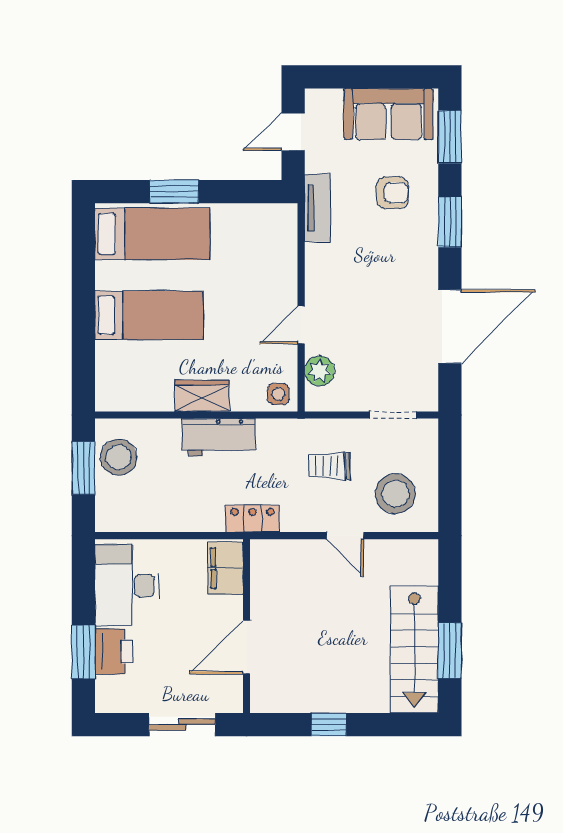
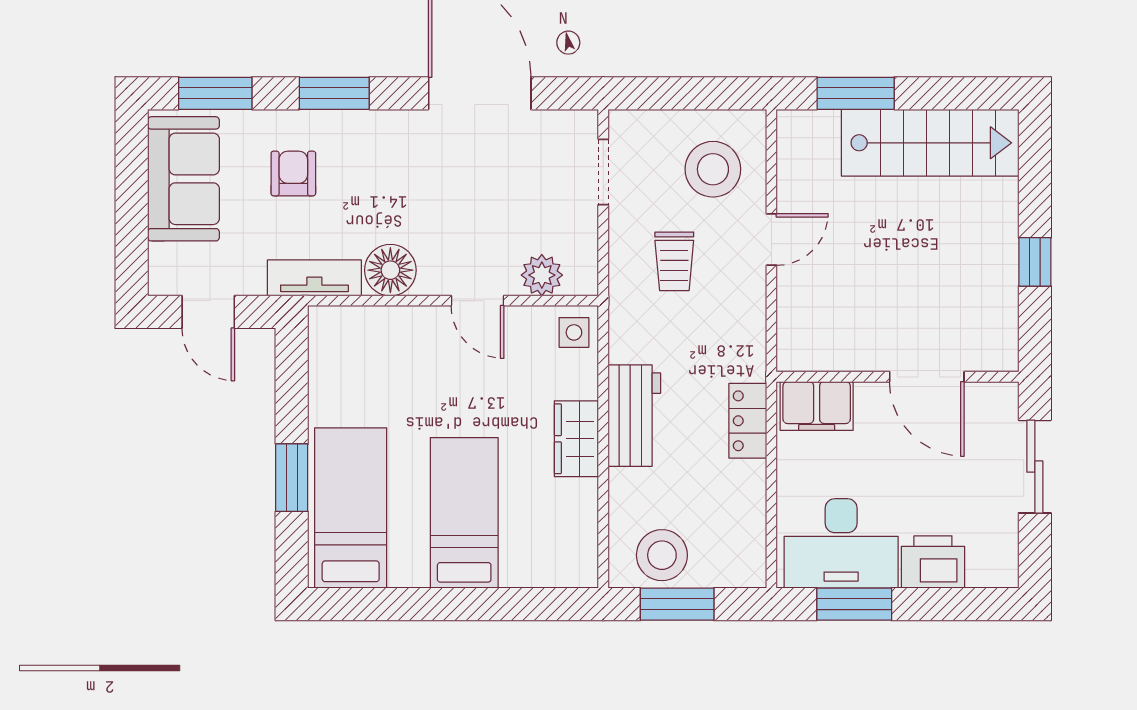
floor lamp: (323, 262) -> (390, 270), added
locker: (252, 519) -> (748, 421), moved
window: (450, 650) -> (856, 93), moved
window: (83, 652) -> (854, 604), moved

